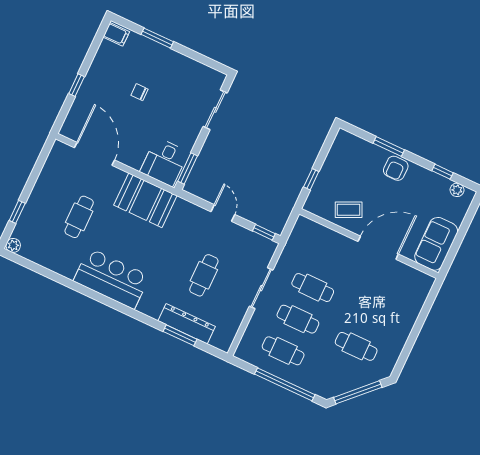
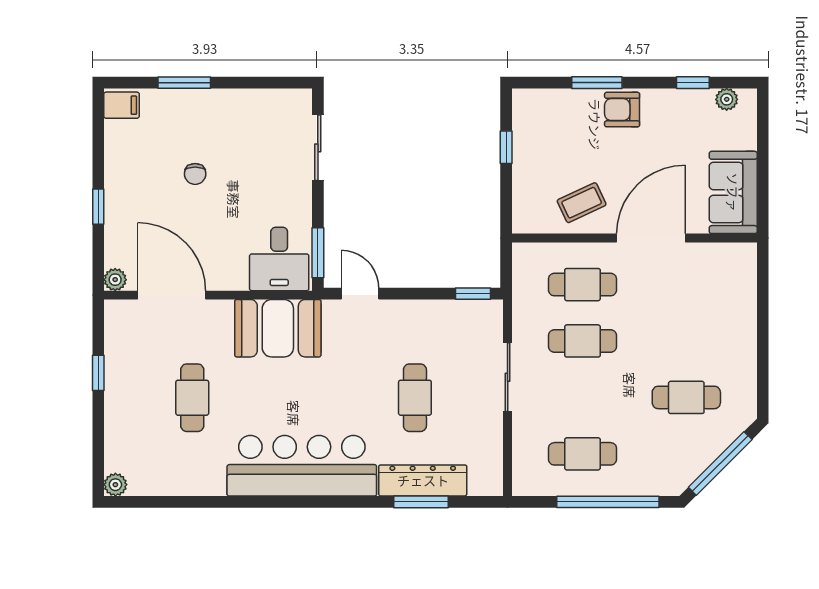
chair: (139, 92) -> (195, 174), turned -90
plant: (67, 130) -> (115, 280), added
armchair: (396, 168) -> (622, 110), turned 90
window: (311, 179) -> (506, 147), moved
window: (17, 212) -> (98, 373), moved
door: (223, 213) -> (360, 294), moved
bar counter: (112, 279) -> (302, 466), width x1.36
cafe table: (298, 319) -> (582, 285), moved

